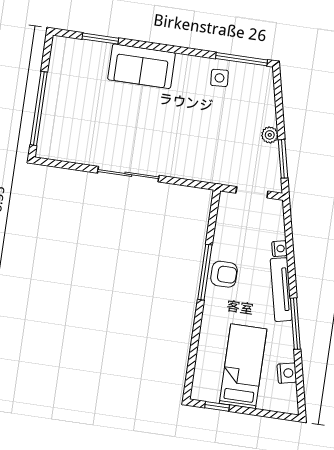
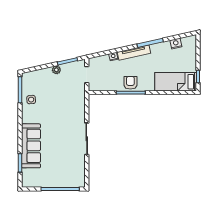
sofa: (142, 66) -> (31, 146), width x1.36
bed: (243, 366) -> (176, 82), moved

